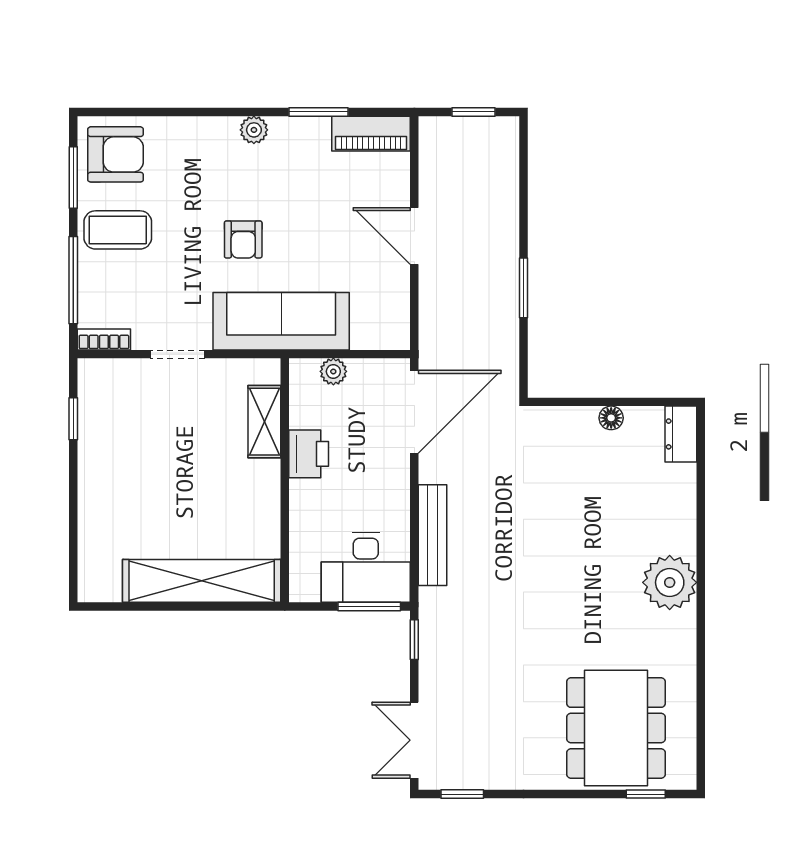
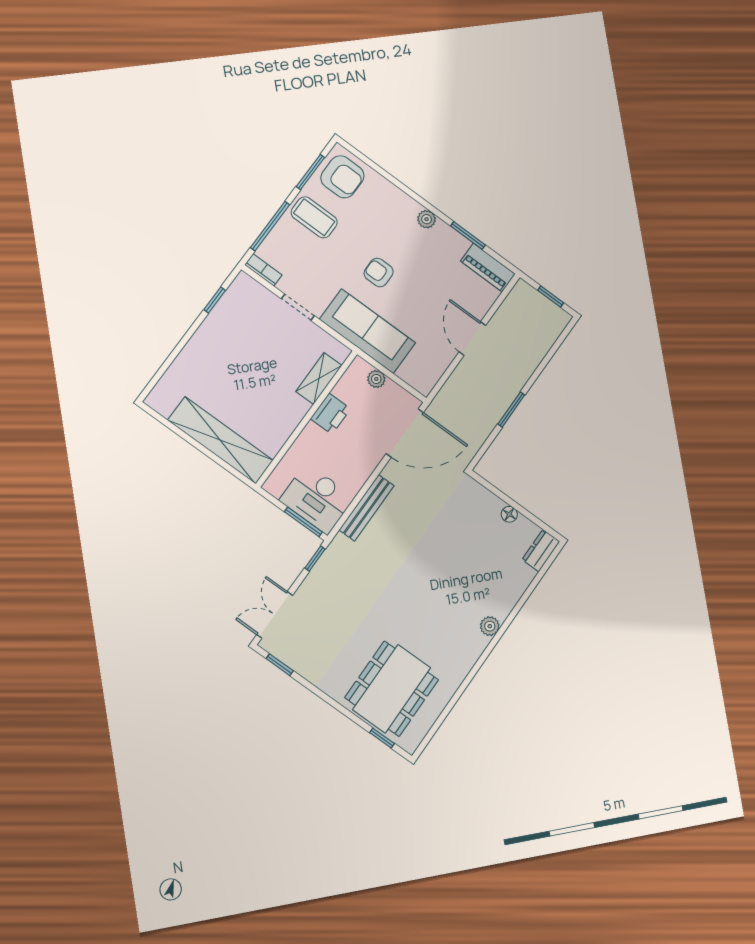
armchair: (243, 239) -> (379, 273), turned 90
plant: (670, 582) -> (490, 626), width x0.53, depth x0.53

